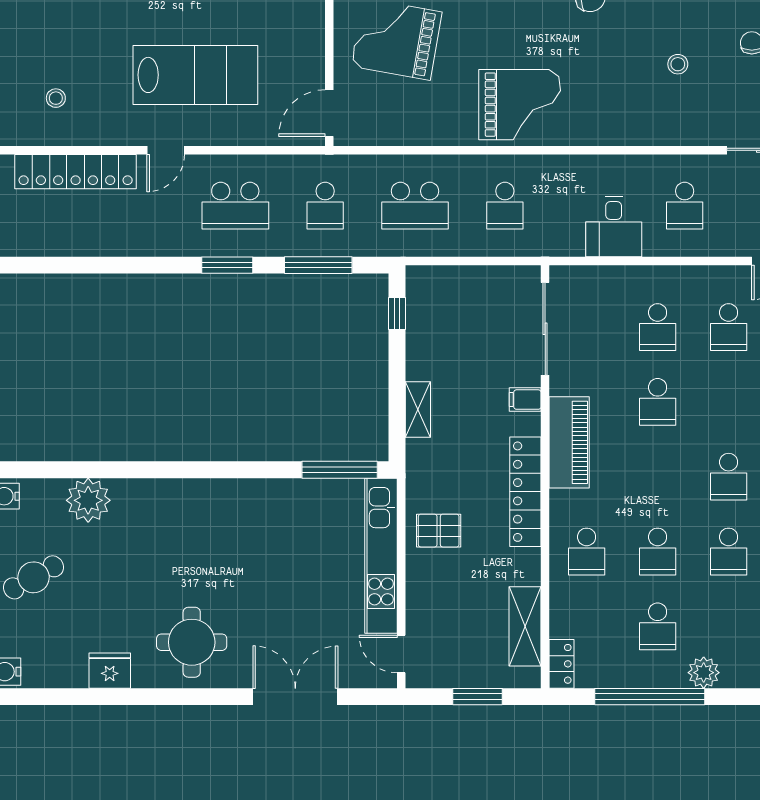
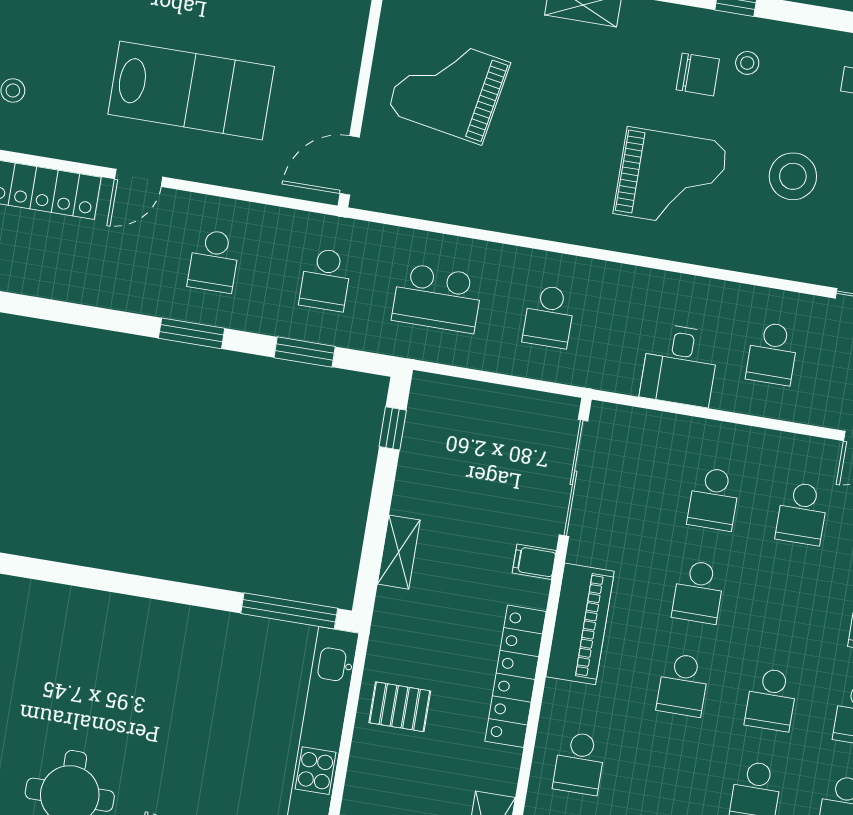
stool: (678, 64) -> (793, 176), width x1.89, depth x1.89
grand piano: (520, 105) -> (671, 178), moved
school desk: (235, 206) -> (214, 261), width x0.54
window: (318, 265) -> (305, 352), width x0.69
school desk: (658, 552) -> (683, 685), moved

